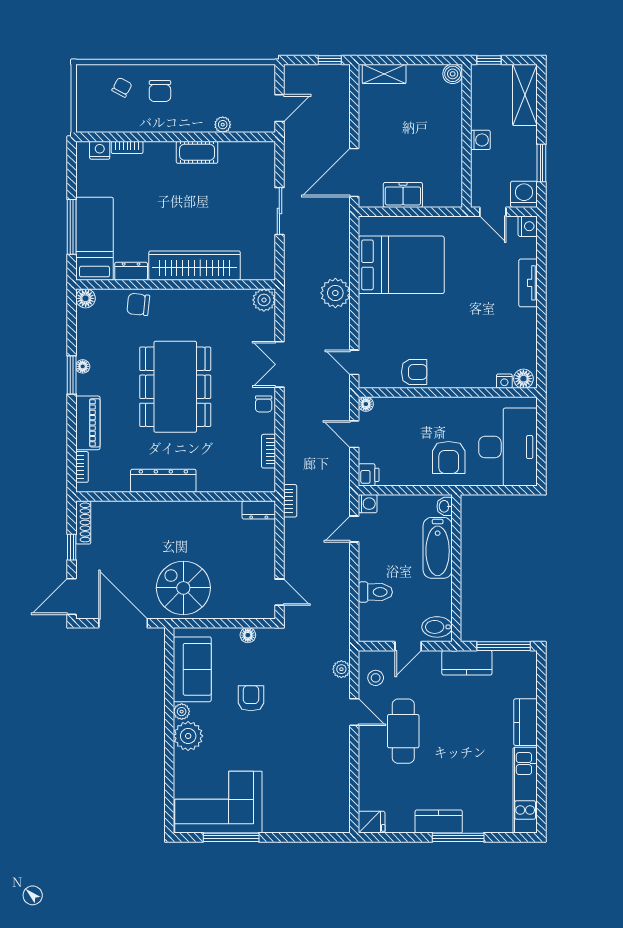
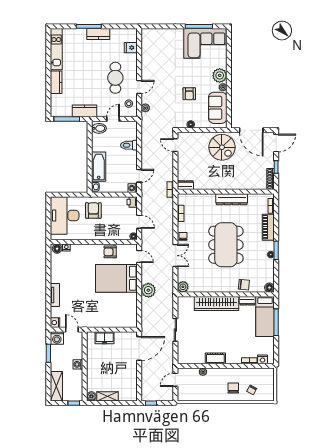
shelving: (384, 74) -> (108, 396), moved
freezer: (403, 195) -> (105, 338), moved
bed: (401, 265) -> (116, 278), moved
door: (354, 712) -> (139, 87), swing flipped
fridge: (372, 822) -> (131, 48), moved

